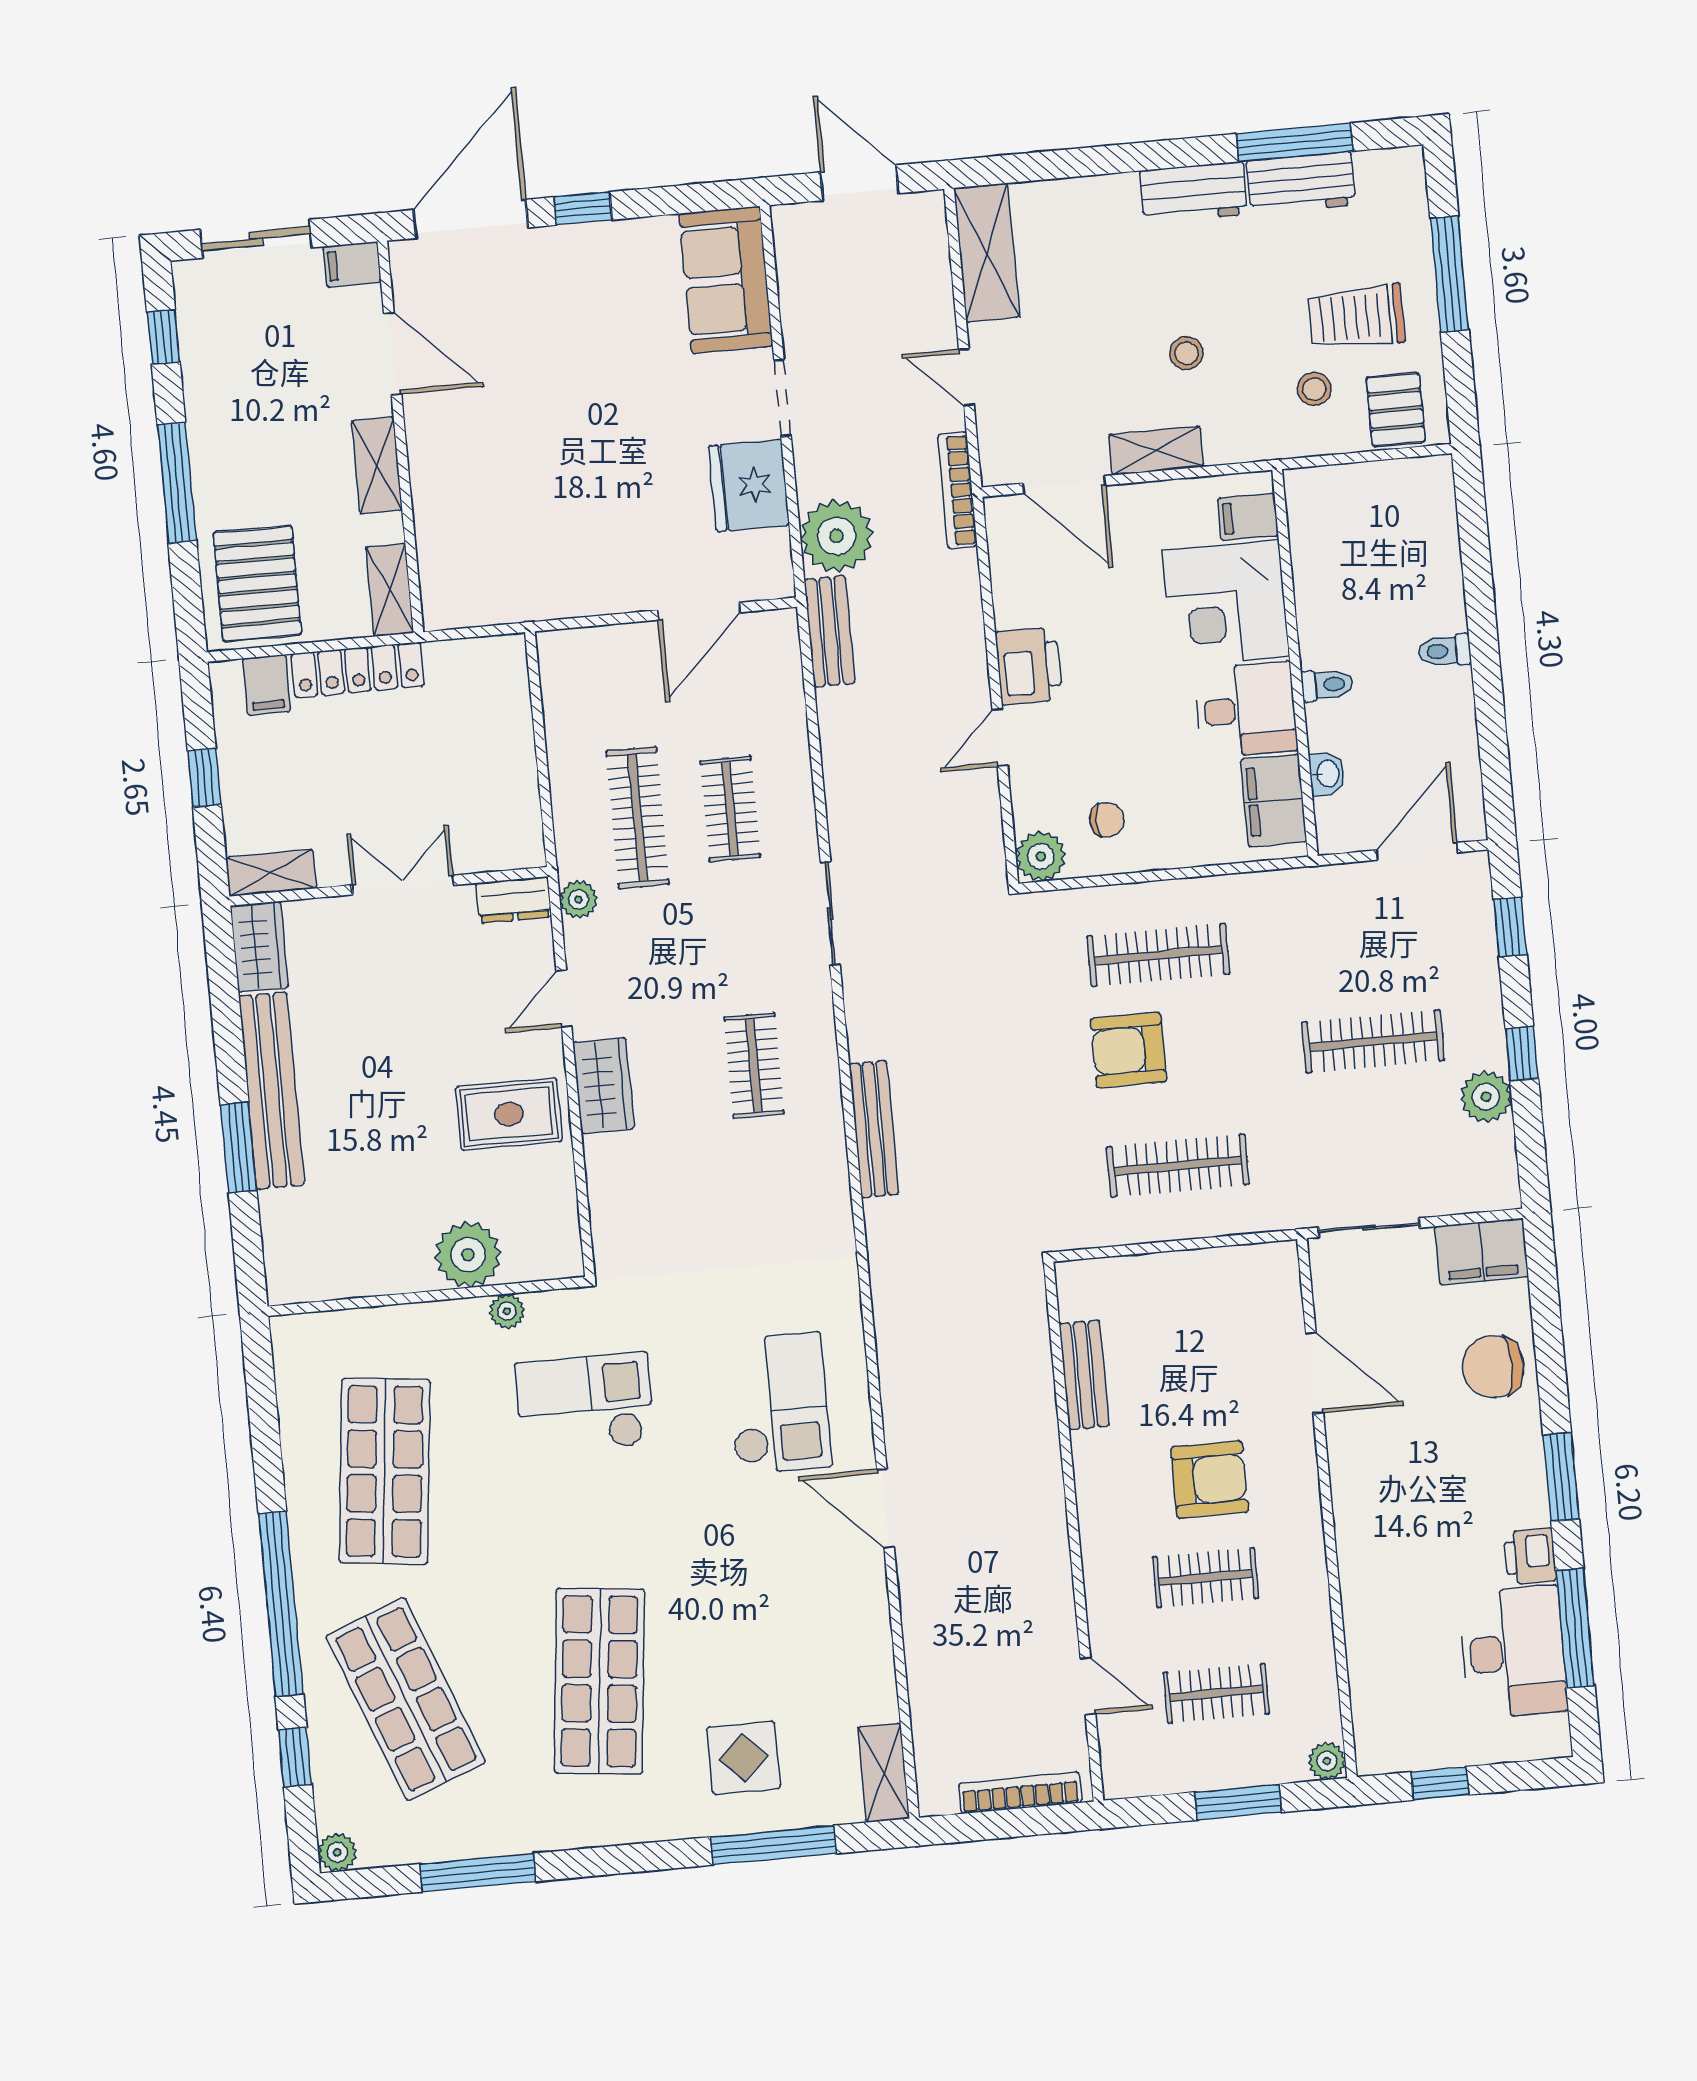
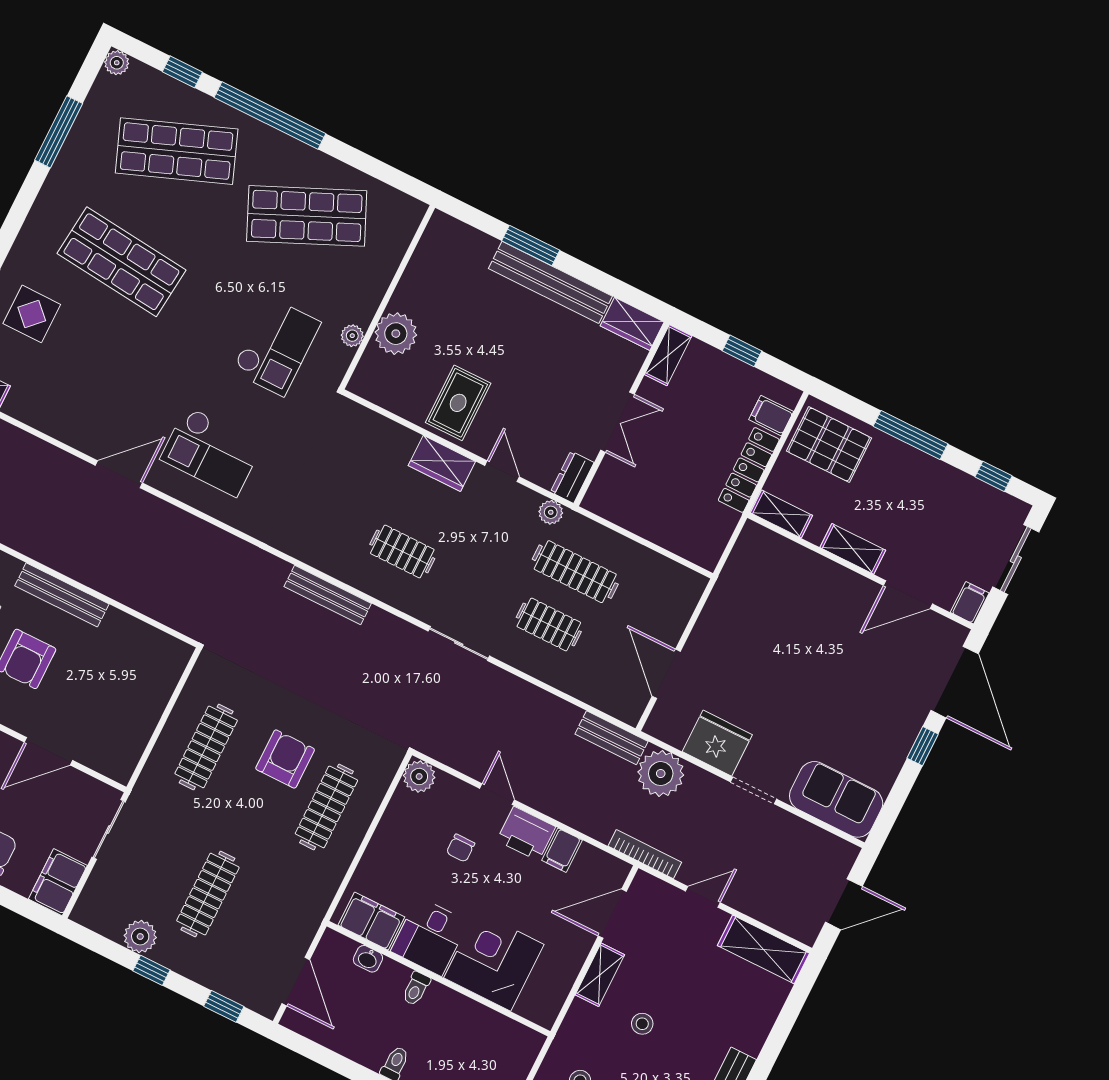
filing cabinet: (1248, 517) -> (562, 850), moved, turned 180
chair: (1107, 820) -> (461, 848), moved
bench: (1084, 1375) -> (62, 595), moved, width x1.36
shop shelf: (385, 1471) -> (307, 216), turned -30

